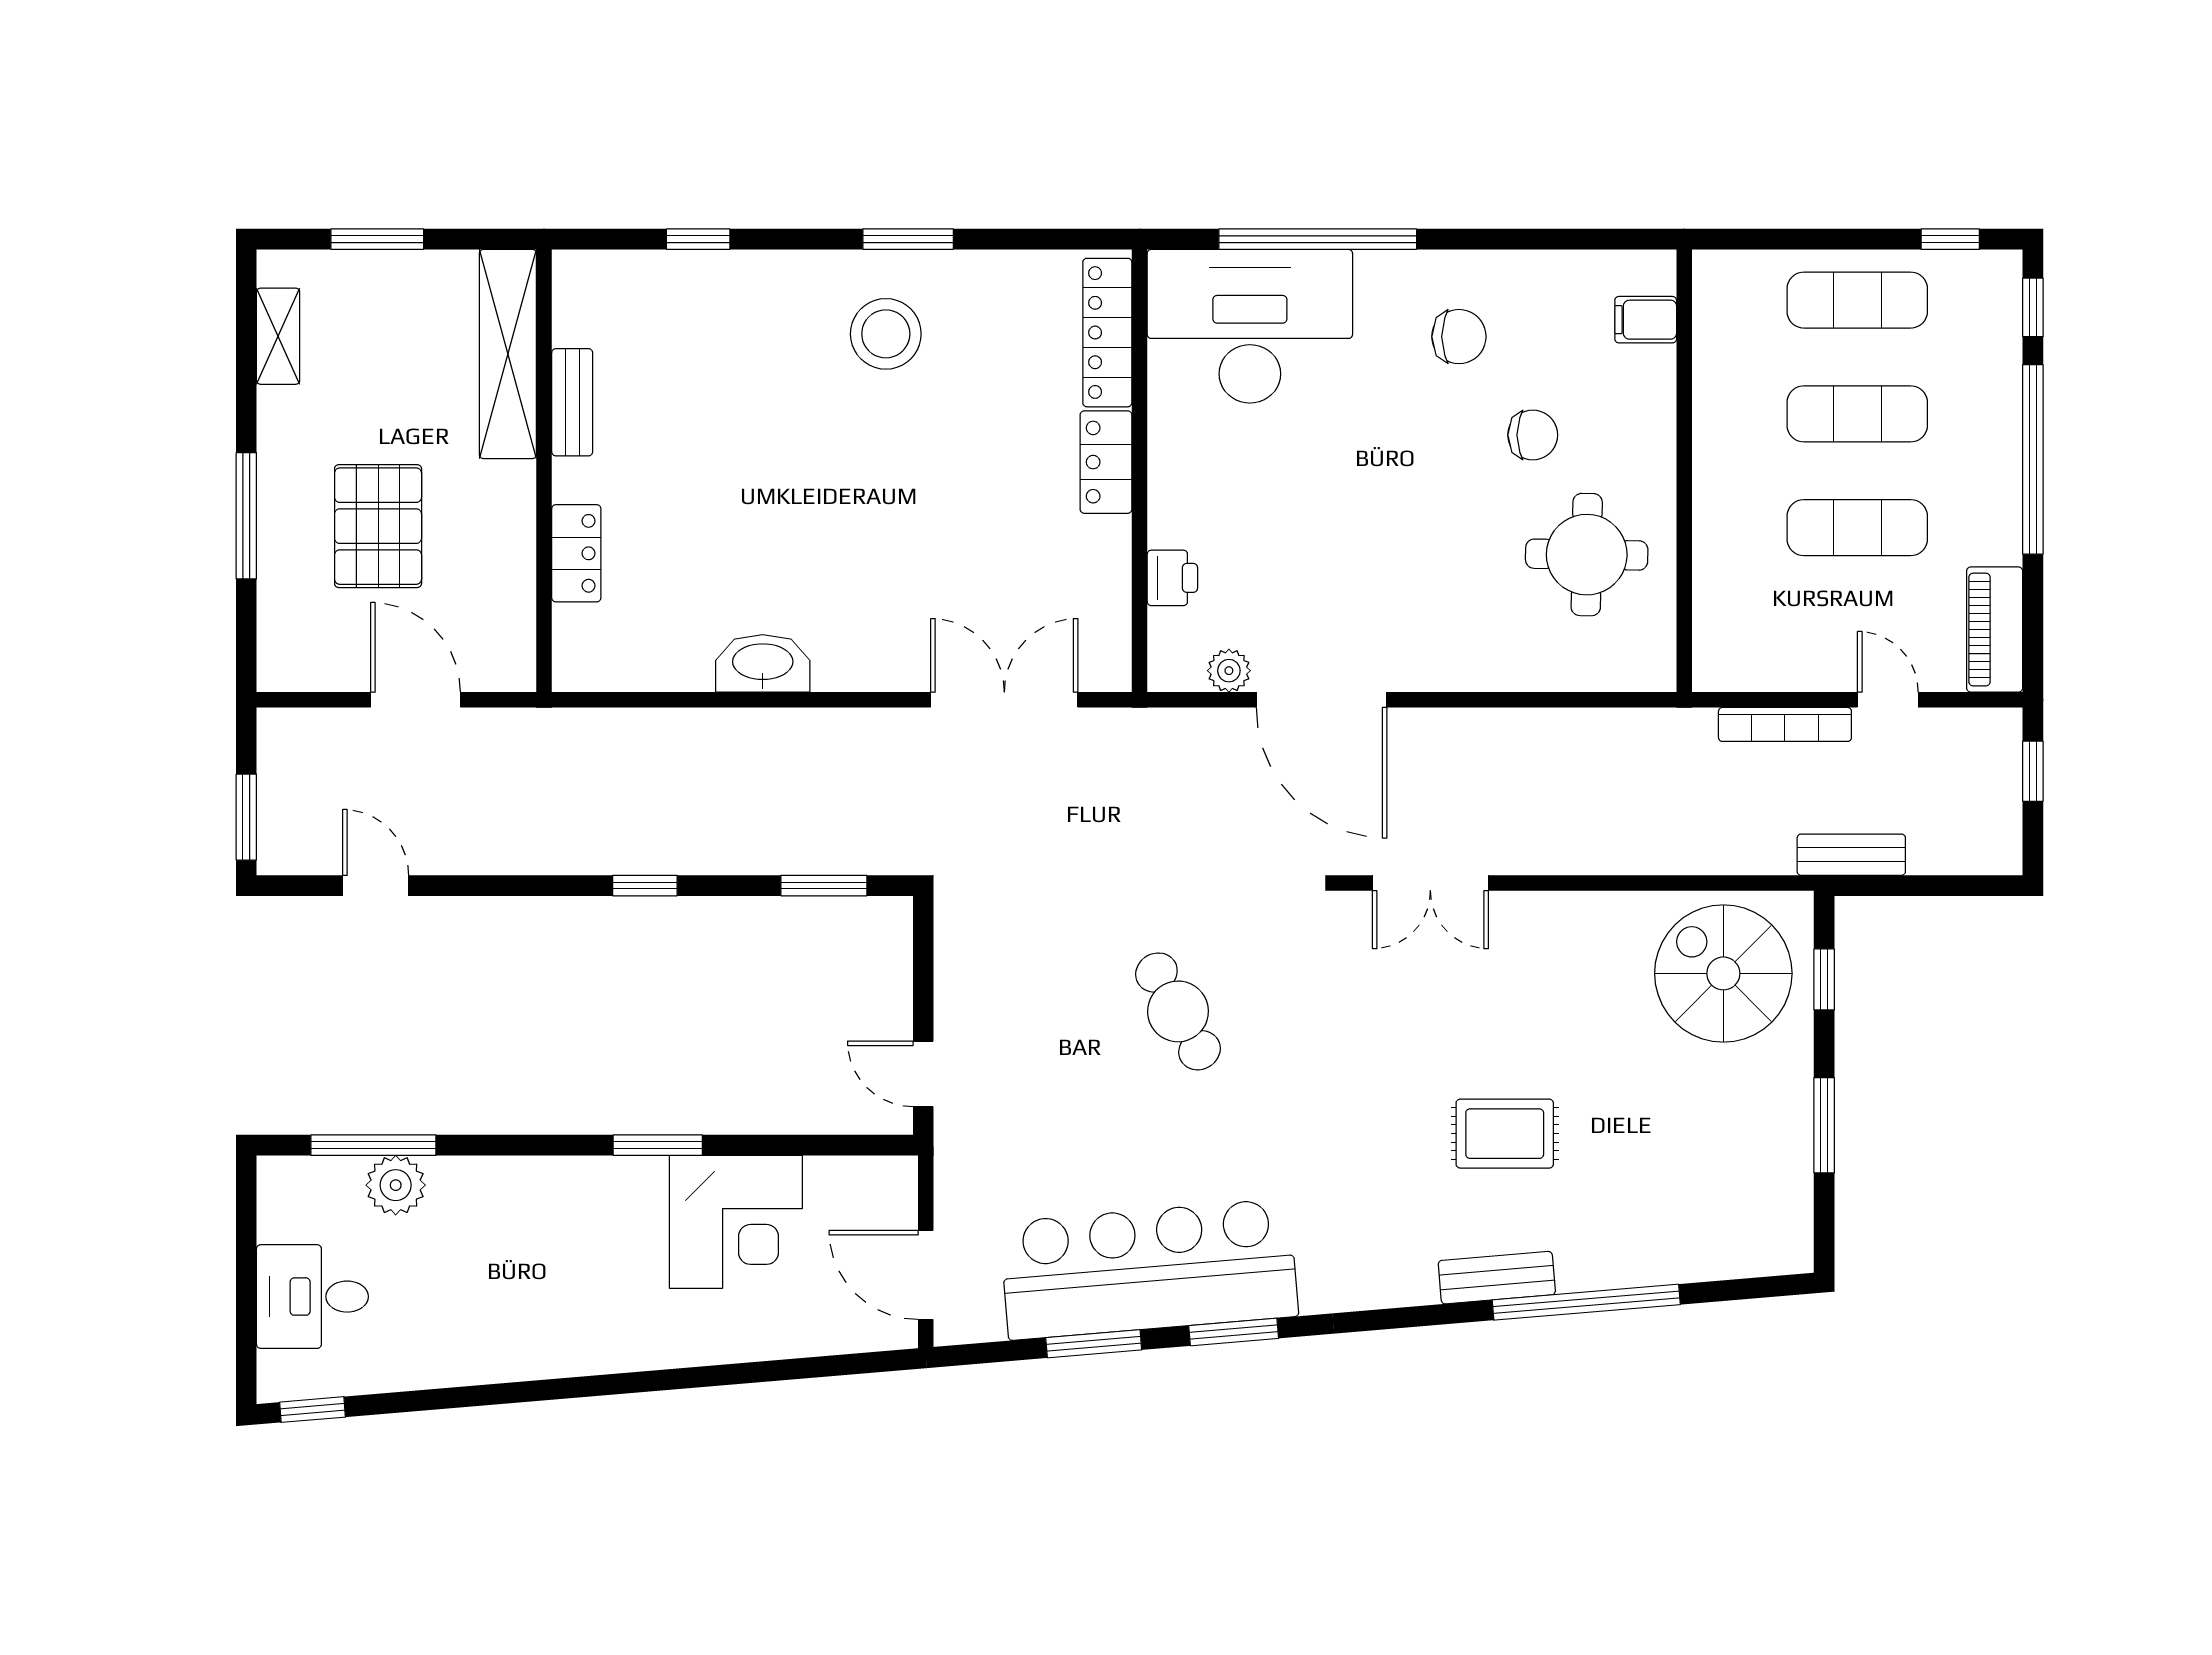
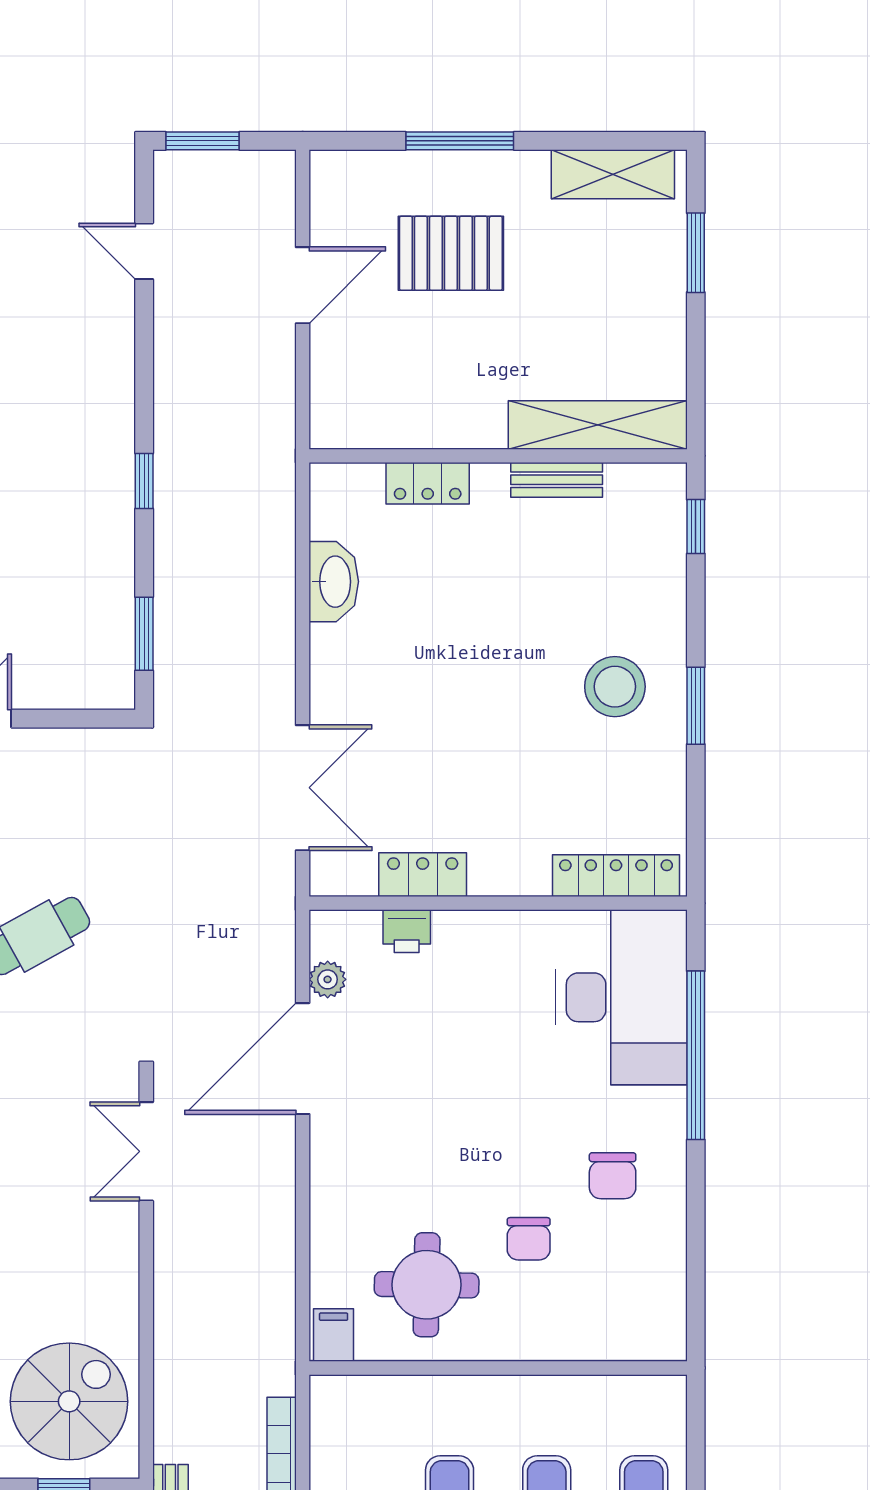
filing cabinet: (1646, 320) -> (334, 1335), moved
shelving: (278, 336) -> (613, 174), width x1.50, depth x1.33
shelving: (508, 354) -> (598, 425), moved
bench: (572, 402) -> (557, 480), moved
locker: (1106, 462) -> (423, 875), moved
wall: (544, 471) -> (498, 456), moved
locker: (576, 553) -> (428, 483), moved
door: (376, 886) -> (144, 251), swing flipped

